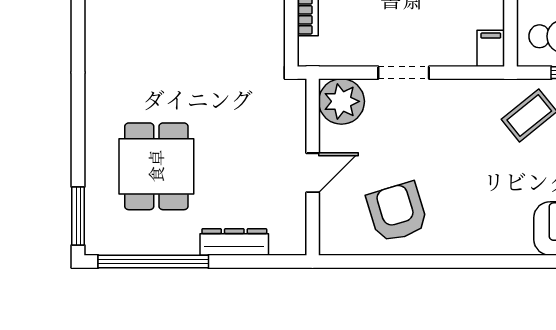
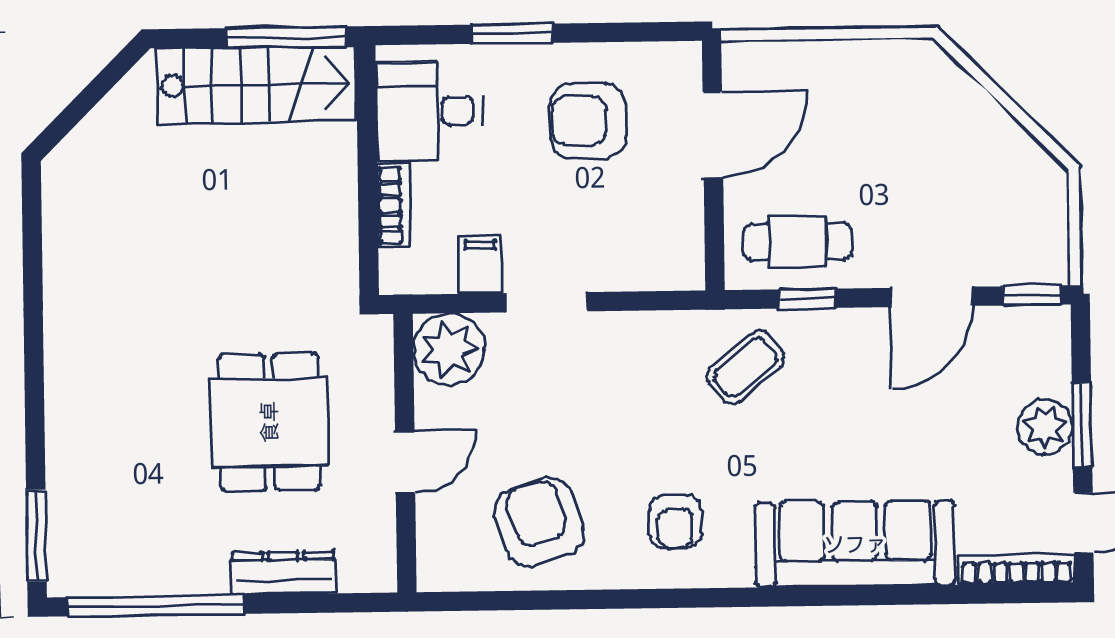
filing cabinet: (491, 48) -> (481, 265), moved
dining table: (156, 166) -> (269, 422), moved
armchair: (483, 213) -> (675, 522), added

